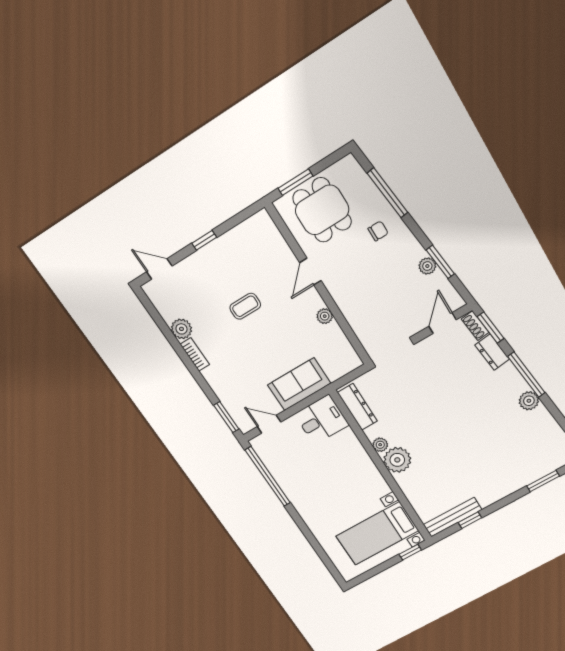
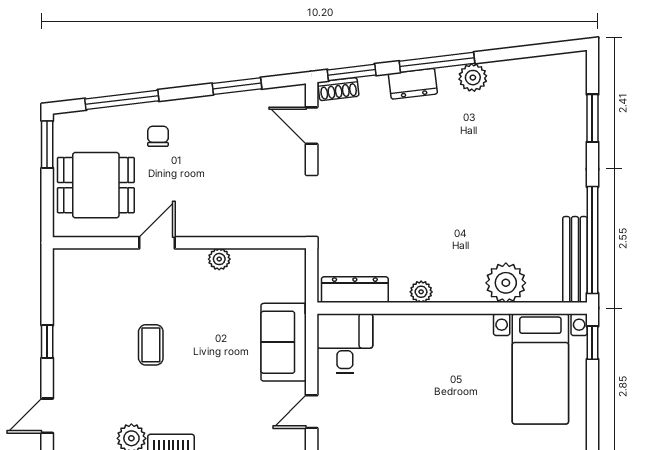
window: (295, 182) -> (47, 144), moved
plant: (427, 266) -> (233, 104), removed
door: (310, 272) -> (157, 243), swing flipped
dresser: (492, 352) -> (413, 84), moved
plant: (397, 460) -> (506, 283), moved
window: (470, 520) -> (592, 240), width x3.17

